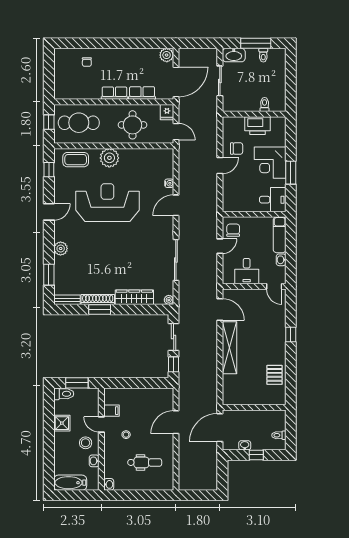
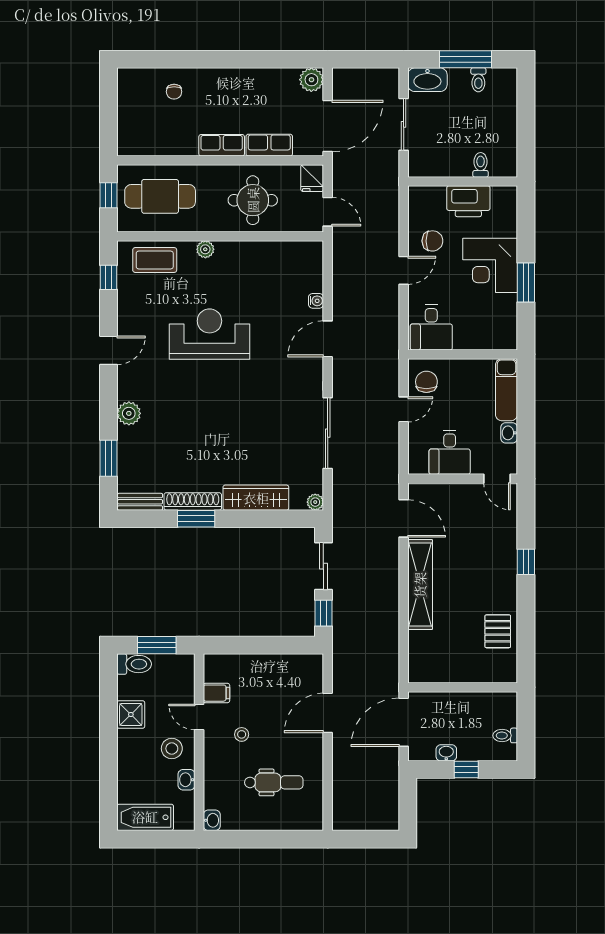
plant: (109, 158) -> (205, 249), width x0.53, depth x0.53
desk: (273, 200) -> (431, 327), moved, turned 90
reception desk: (107, 203) -> (209, 334), width x0.74, depth x0.77

